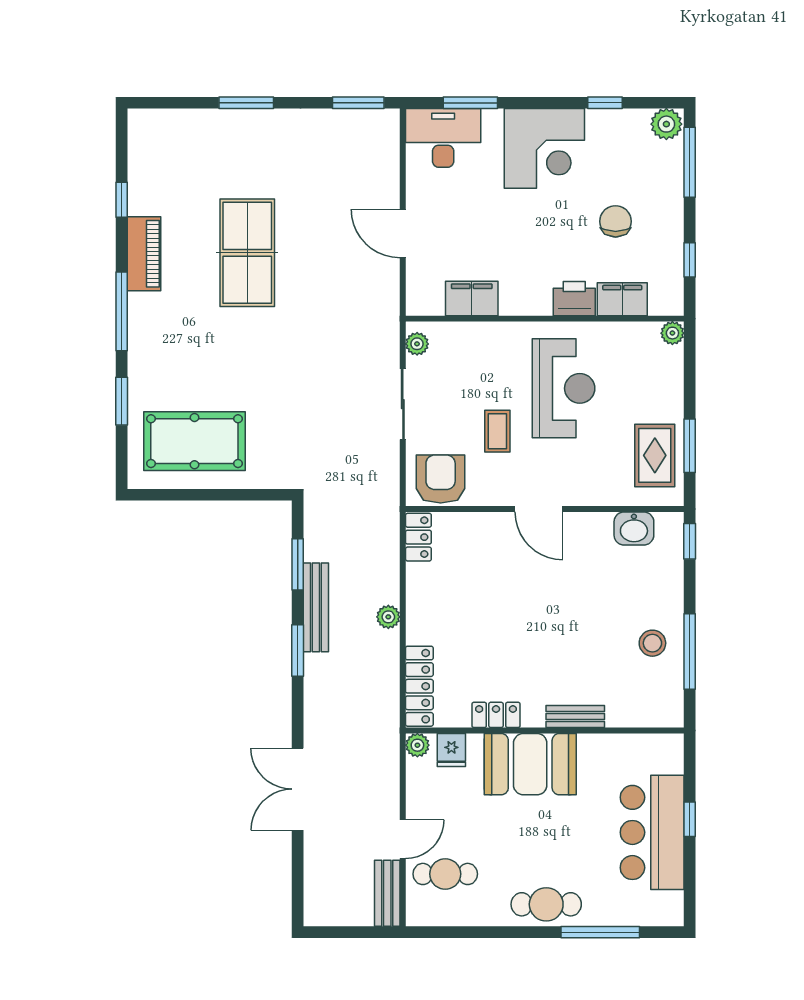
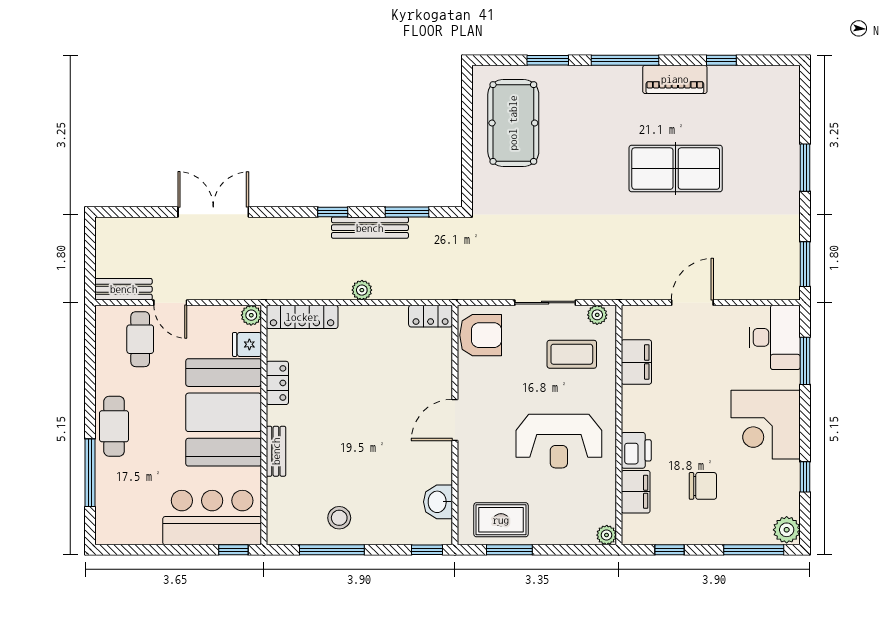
coffee table: (497, 431) -> (572, 354), moved, width x1.36, depth x1.30
window: (298, 651) -> (333, 212), width x0.67
booth: (530, 764) -> (224, 412), width x1.36, depth x1.42
window: (690, 819) -> (233, 550), moved
bar counter: (652, 832) -> (212, 518), moved

